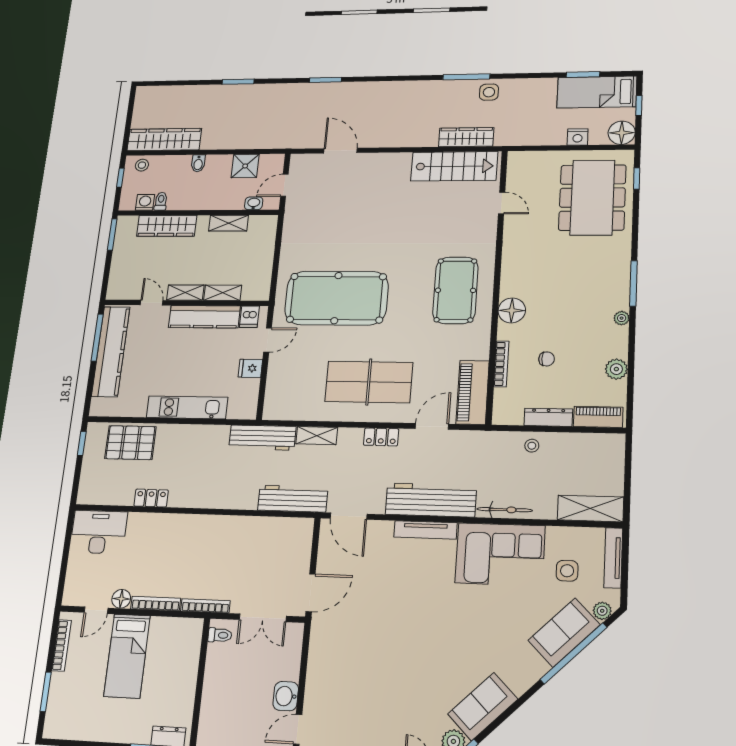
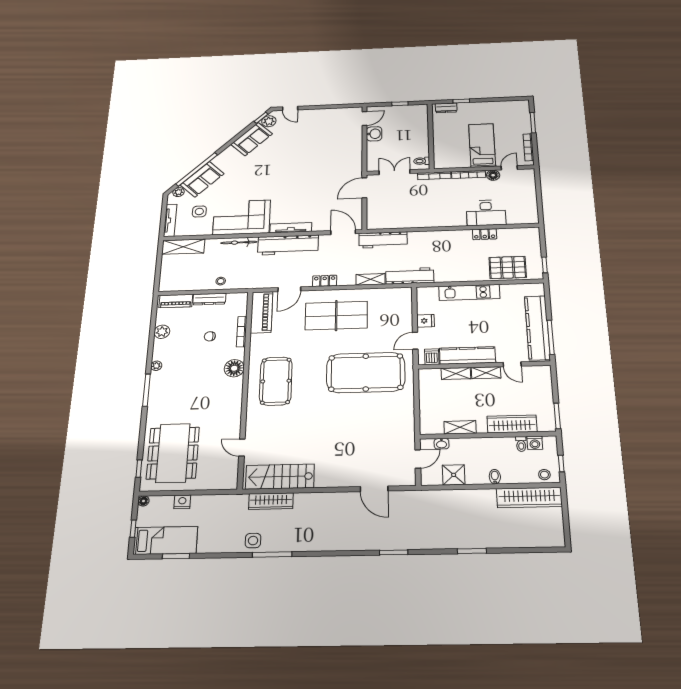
floor lamp: (622, 133) -> (143, 501), width x0.53, depth x0.53
desk: (99, 532) -> (486, 213), moved

